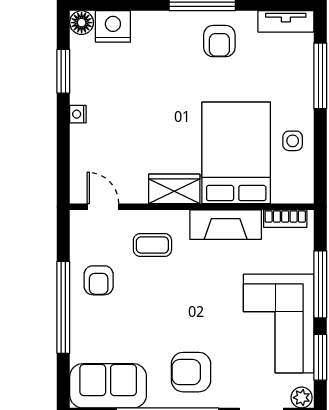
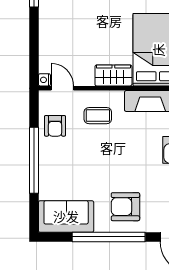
nightstand: (78, 114) -> (44, 80), moved
armchair: (99, 280) -> (55, 126), moved

